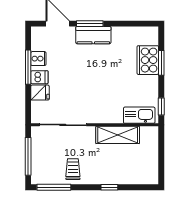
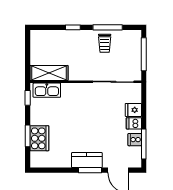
window: (28, 67) -> (144, 144), moved
shelving: (118, 135) -> (49, 73), moved
window: (54, 187) -> (108, 27), moved

